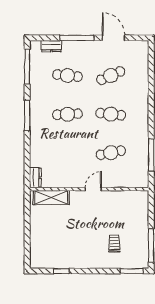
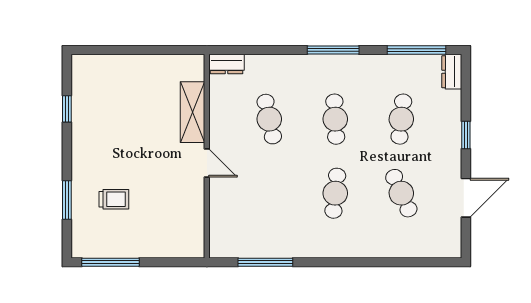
window: (77, 38) -> (466, 135), width x0.46
dresser: (51, 46) -> (452, 72), moved
cafe table: (111, 153) -> (269, 119), moved
shelving: (51, 198) -> (193, 112), moved
window: (132, 271) -> (67, 200), moved

